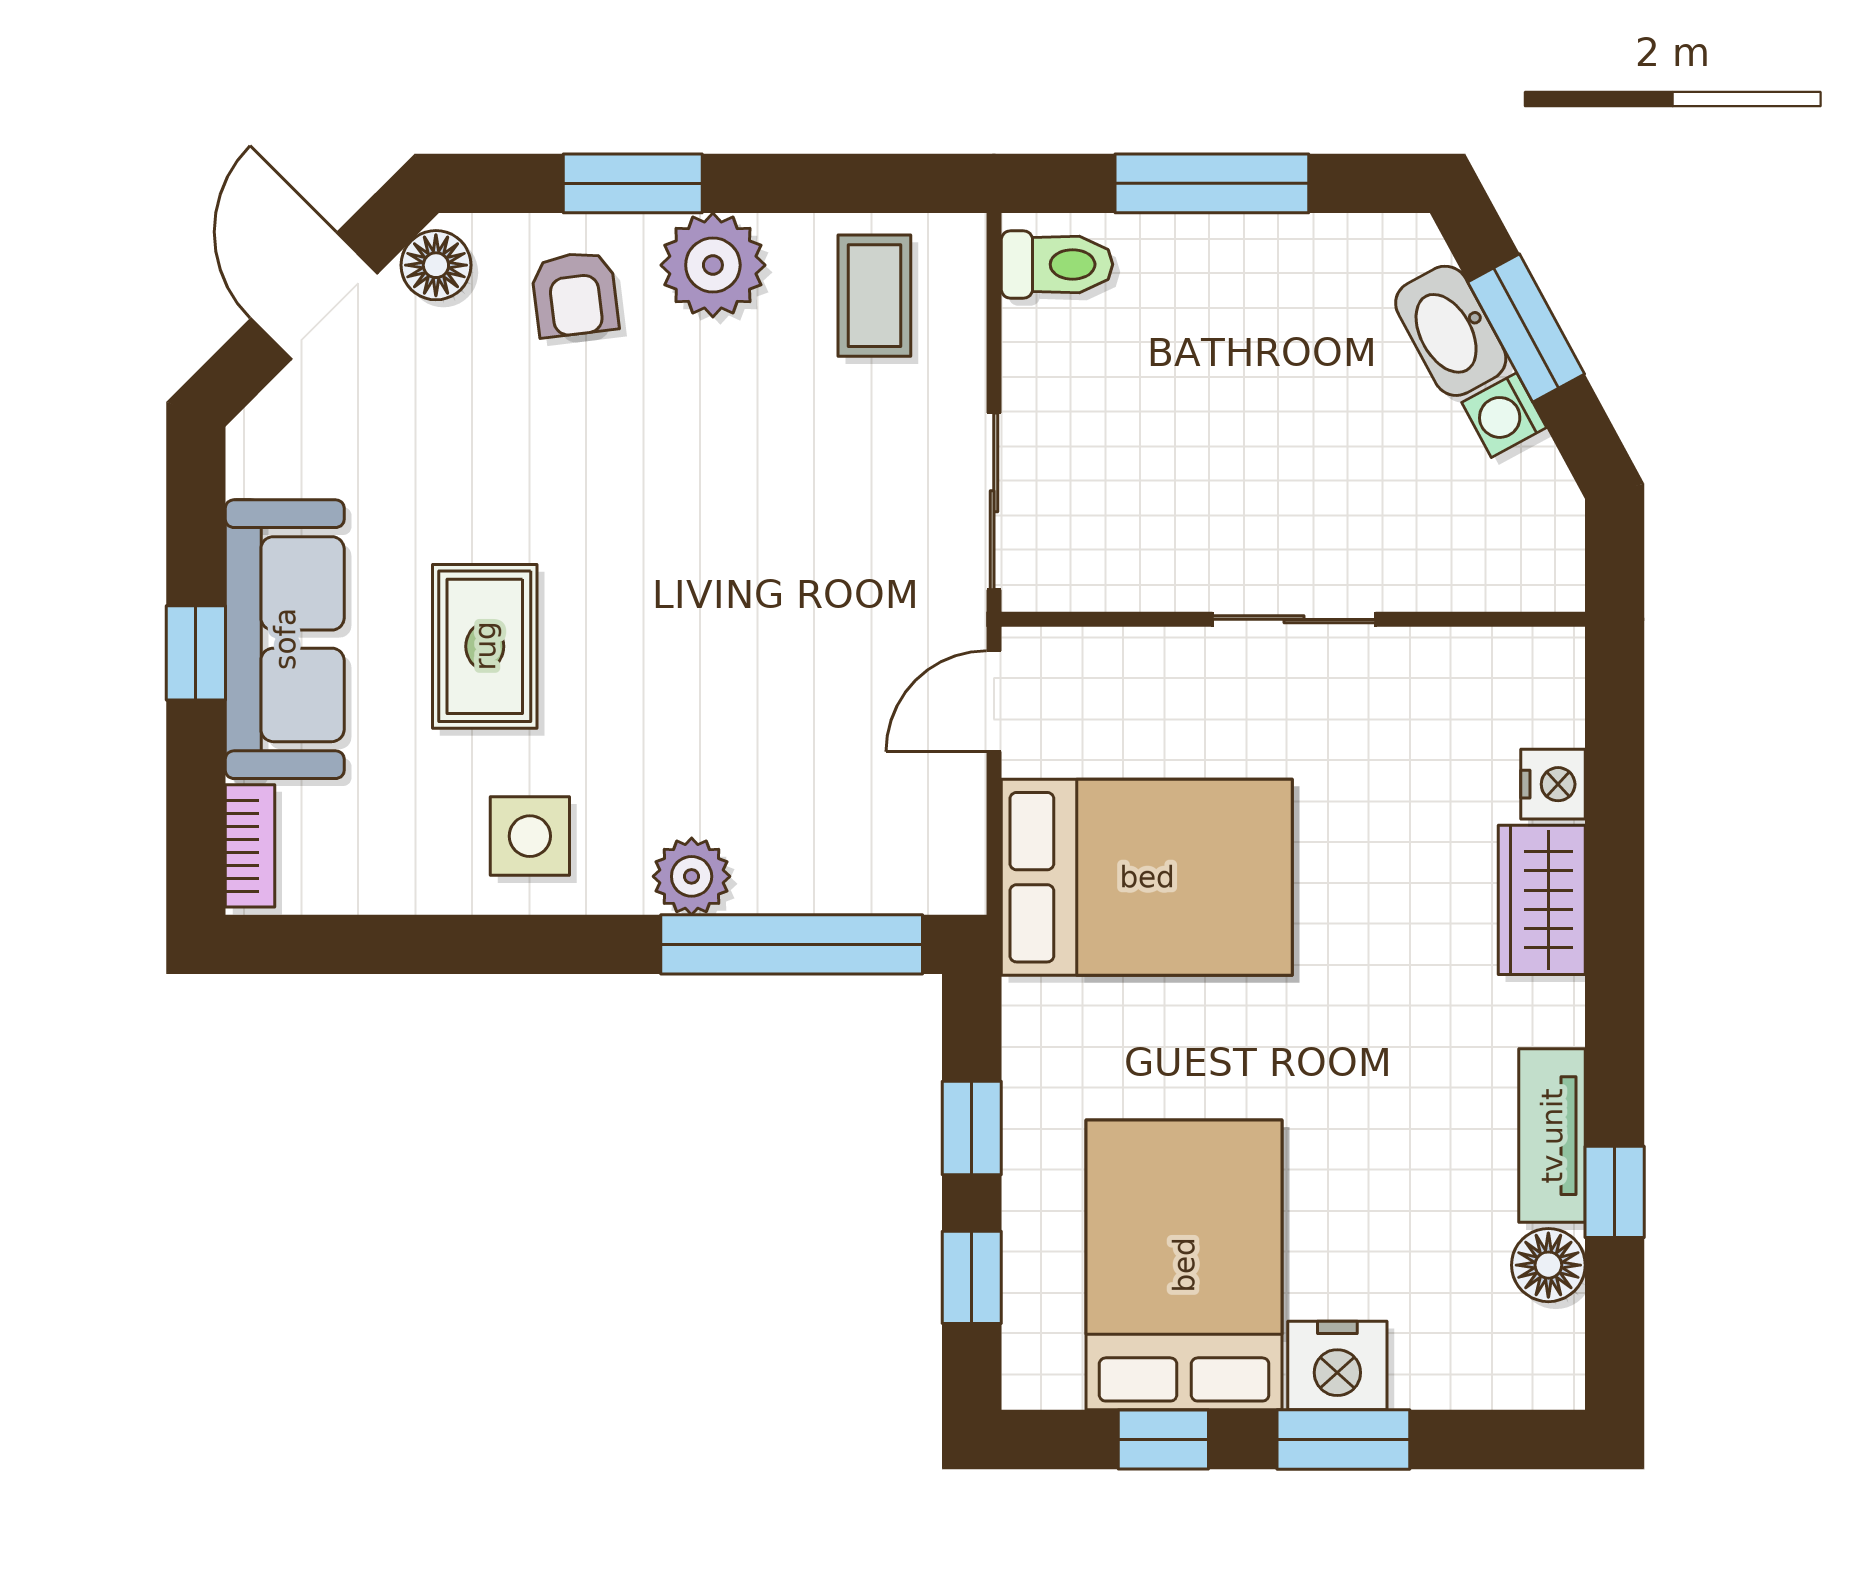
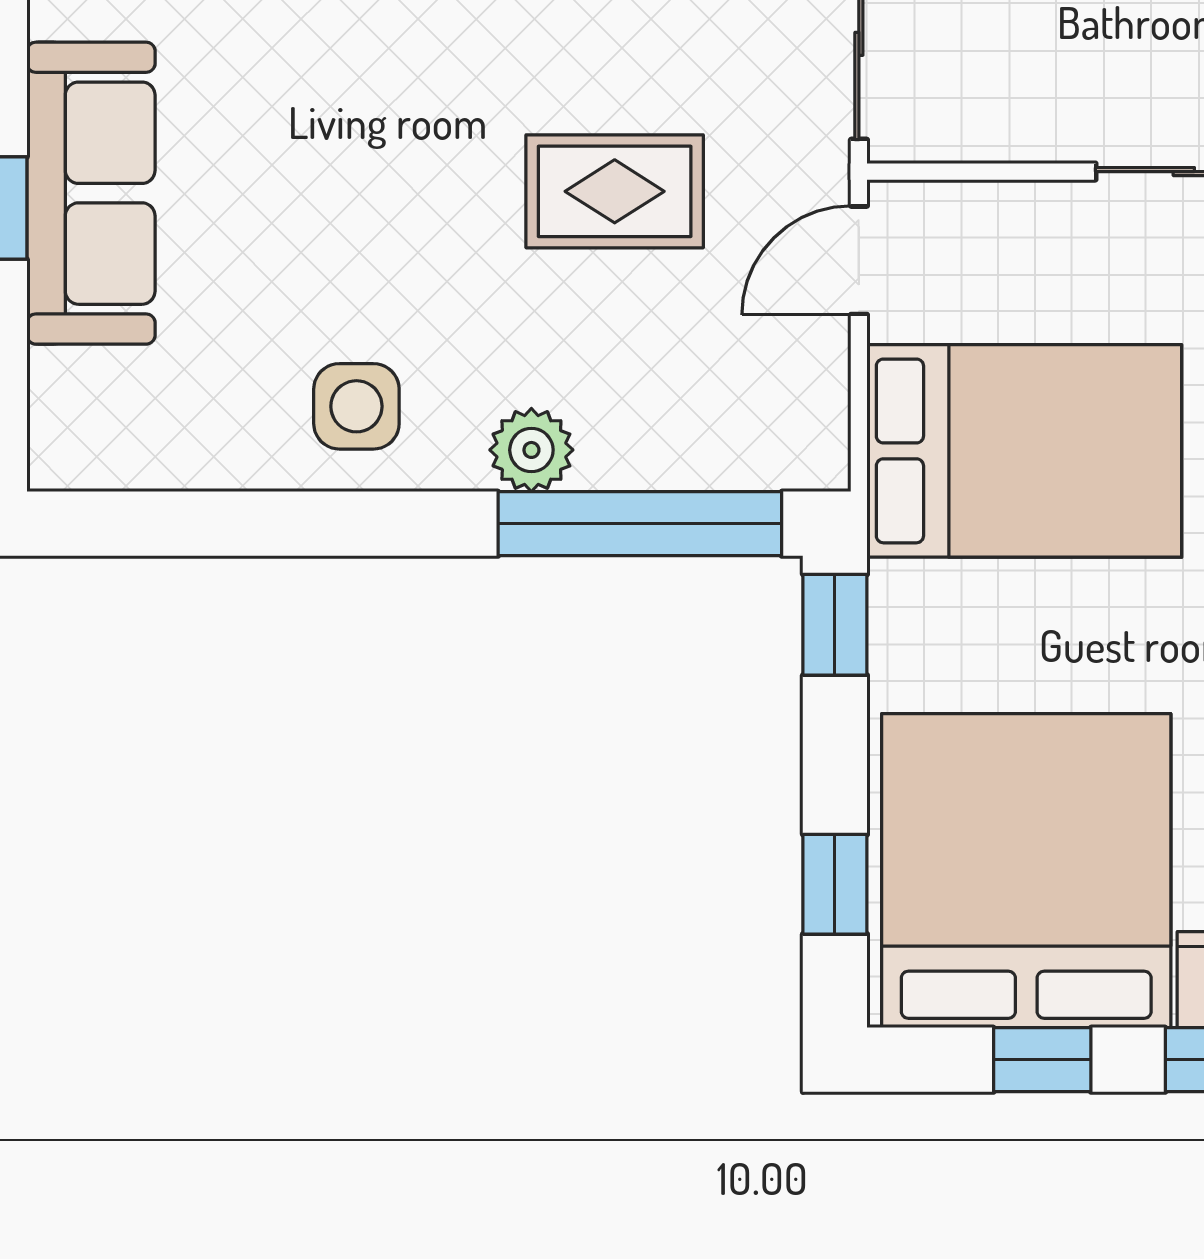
rug: (485, 646) -> (615, 191), moved, turned 90
bookcase: (250, 846) -> (53, 417), removed
window: (972, 1128) -> (835, 625), moved
bed: (1184, 1265) -> (1026, 871), width x1.36

